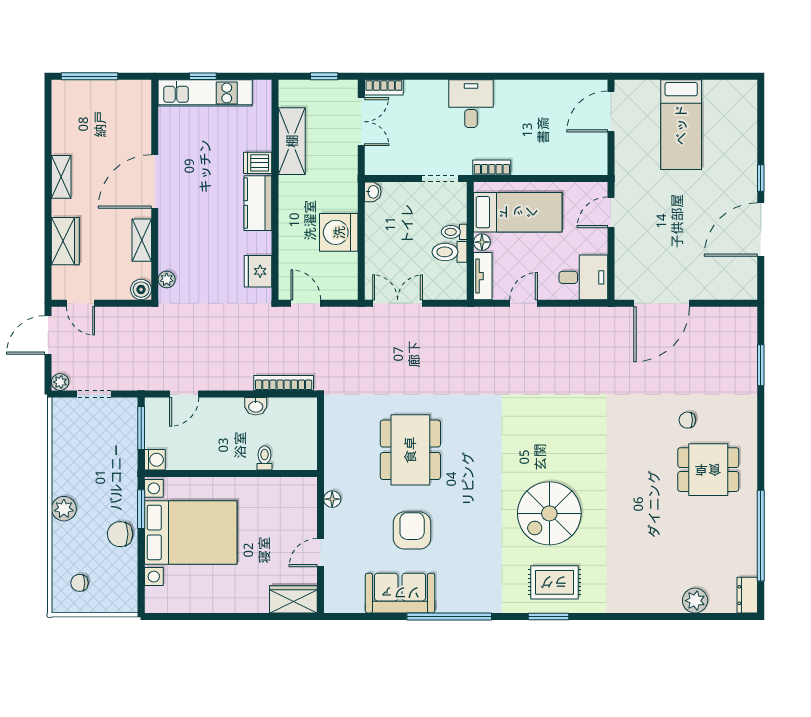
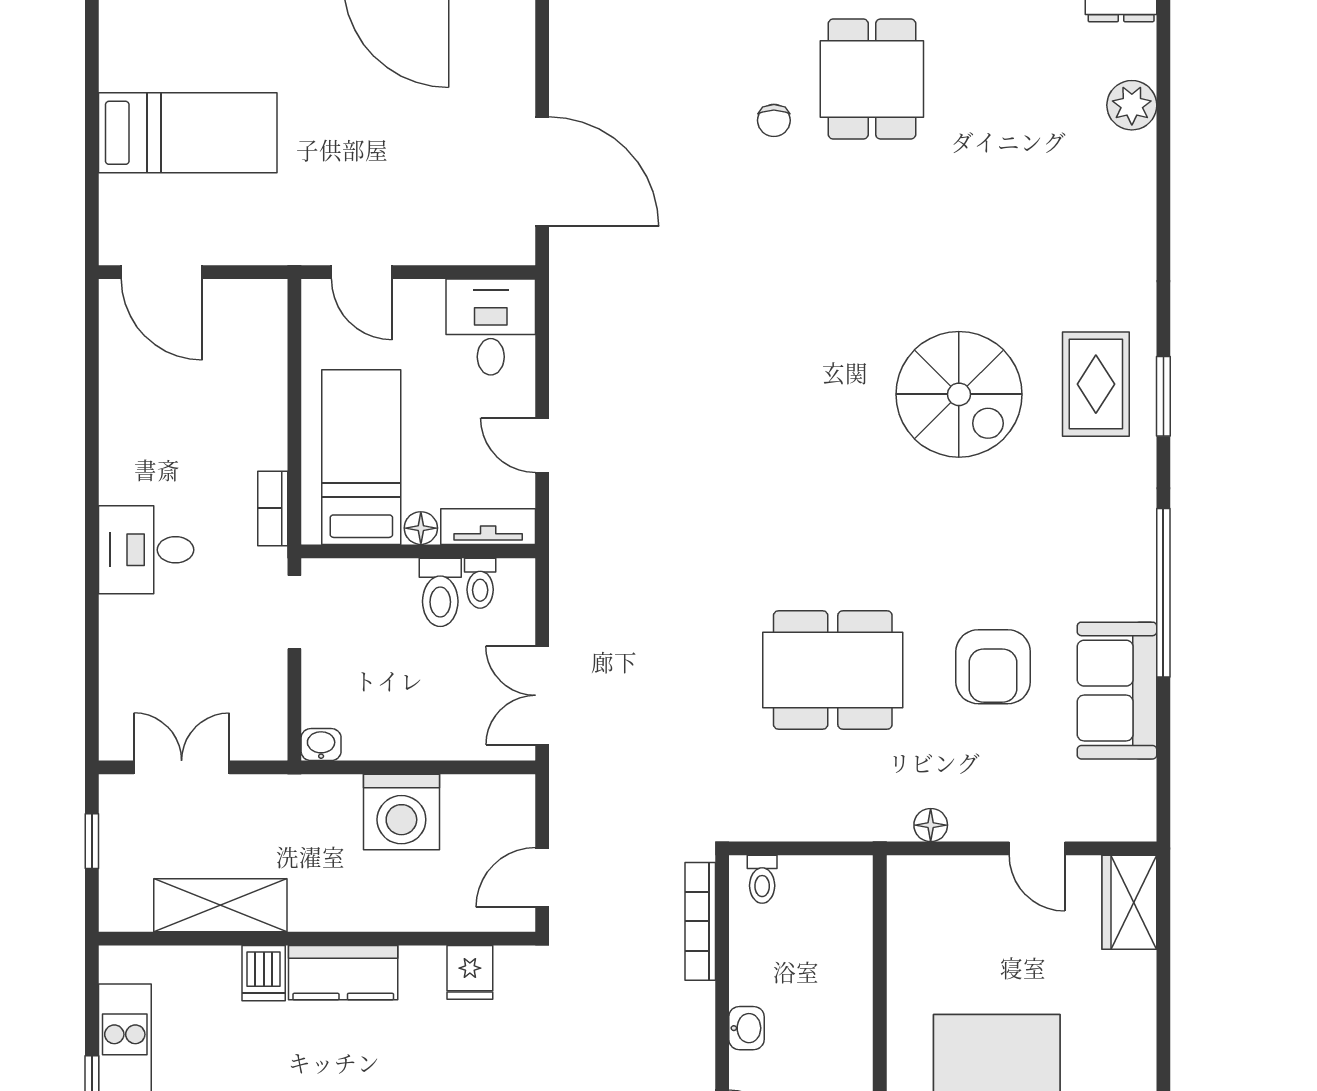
bookcase: (384, 87) -> (114, 723), removed
toilet: (454, 232) -> (480, 583), moved
fridge: (258, 271) -> (470, 972), width x0.72
washbasin: (256, 406) -> (746, 1028), moved
toilet: (265, 458) -> (762, 879), moved, turned -90
armchair: (412, 531) -> (993, 667), turned -90

